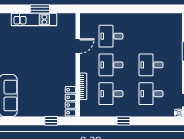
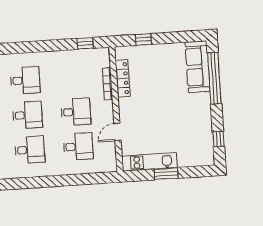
kitchen unit: (34, 20) -> (149, 162), moved
desk: (111, 94) -> (30, 150), moved
locker: (70, 101) -> (123, 78), moved
window: (124, 121) -> (85, 43), moved

